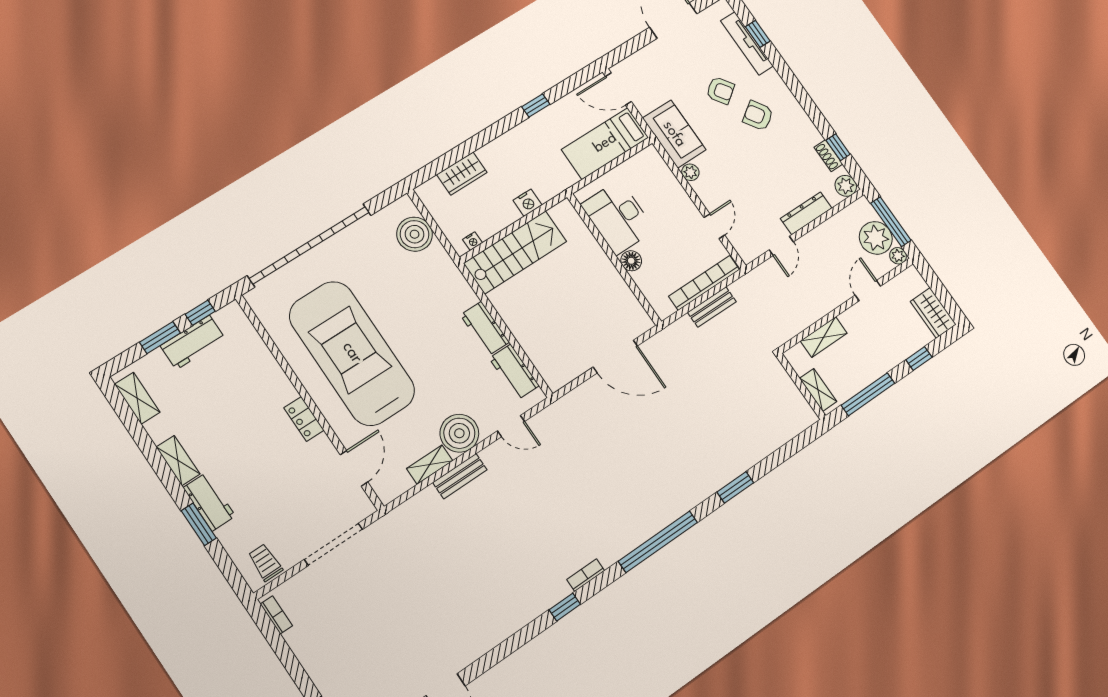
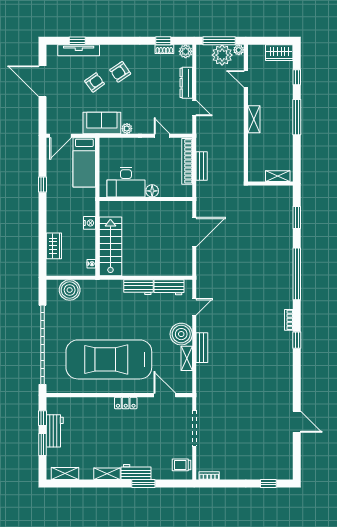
wall: (801, 386) -> (270, 183), moved
shelving: (818, 390) -> (278, 176), moved

